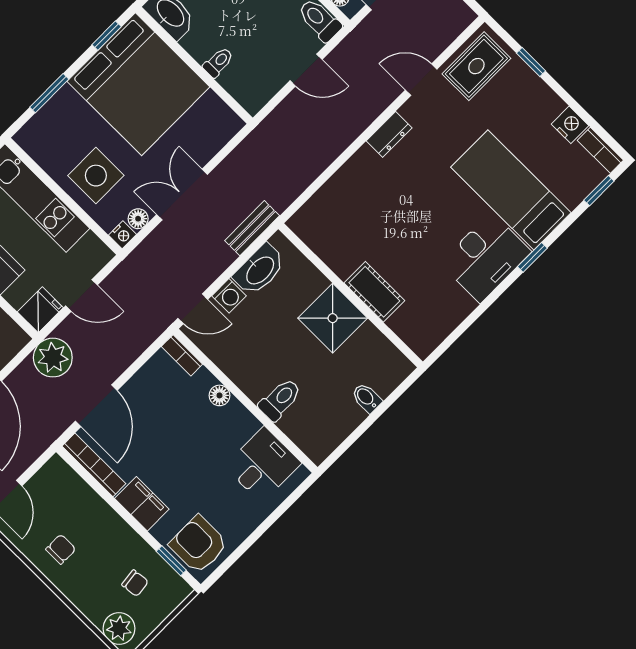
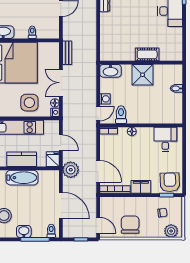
bench: (252, 228) -> (67, 53), moved
washbasin: (260, 270) -> (110, 71), moved, turned 90
door: (81, 295) -> (61, 143), hinge flipped
toilet: (280, 400) -> (121, 115), moved
armchair: (199, 544) -> (170, 182), turned 88
chair: (61, 549) -> (130, 225), width x1.87, depth x1.87

